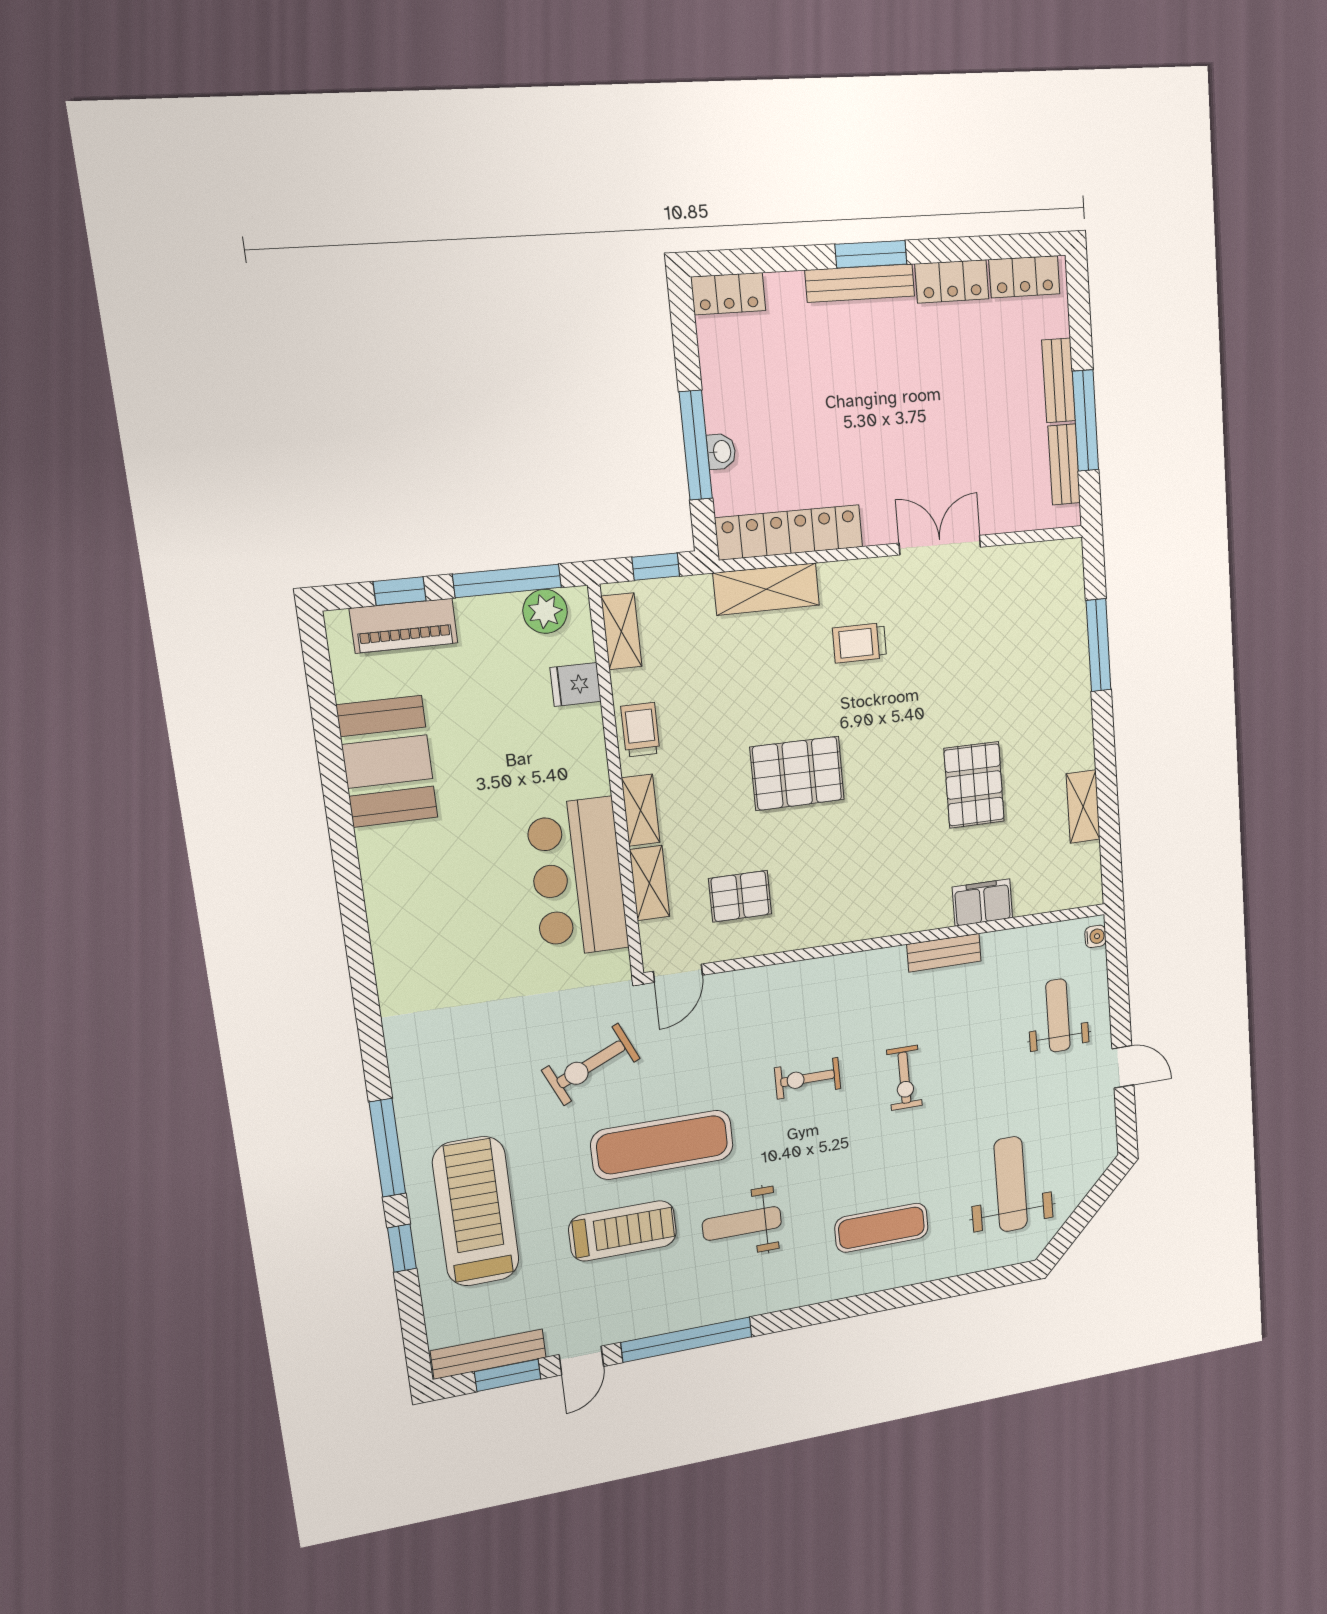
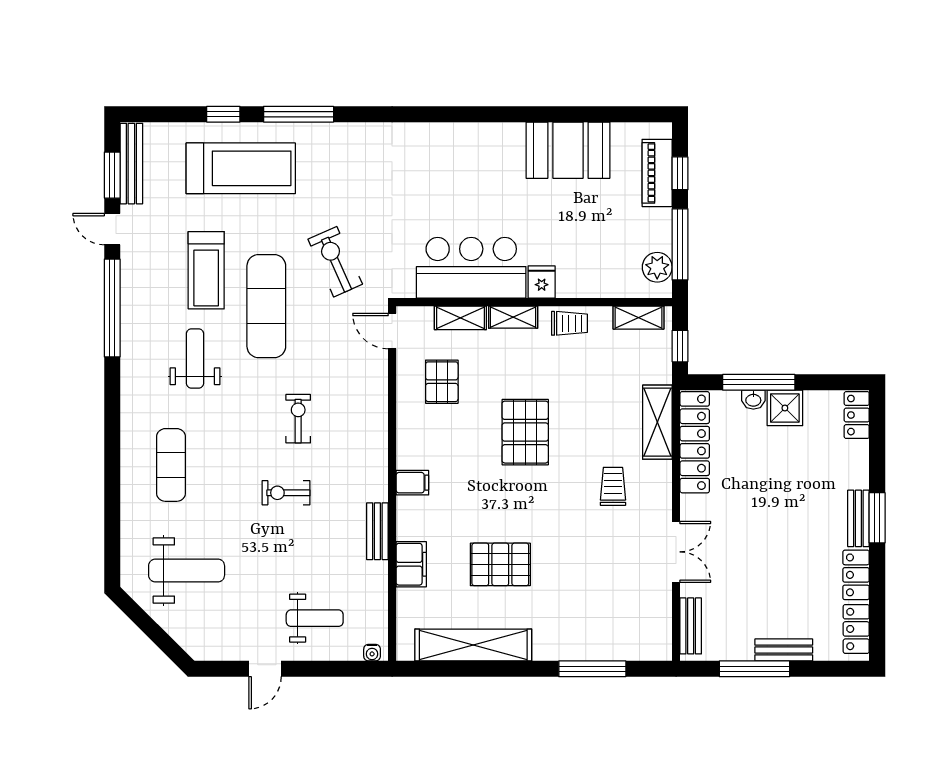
bench: (860, 283) -> (858, 518), width x0.73
shower: (729, 403) -> (785, 408), added
bench: (1064, 464) -> (691, 626), moved, turned 90
fridge: (576, 684) -> (542, 282), moved
shelving: (1083, 807) -> (473, 645), width x2.20, depth x1.33
filing cabinet: (878, 916) -> (412, 483), added

